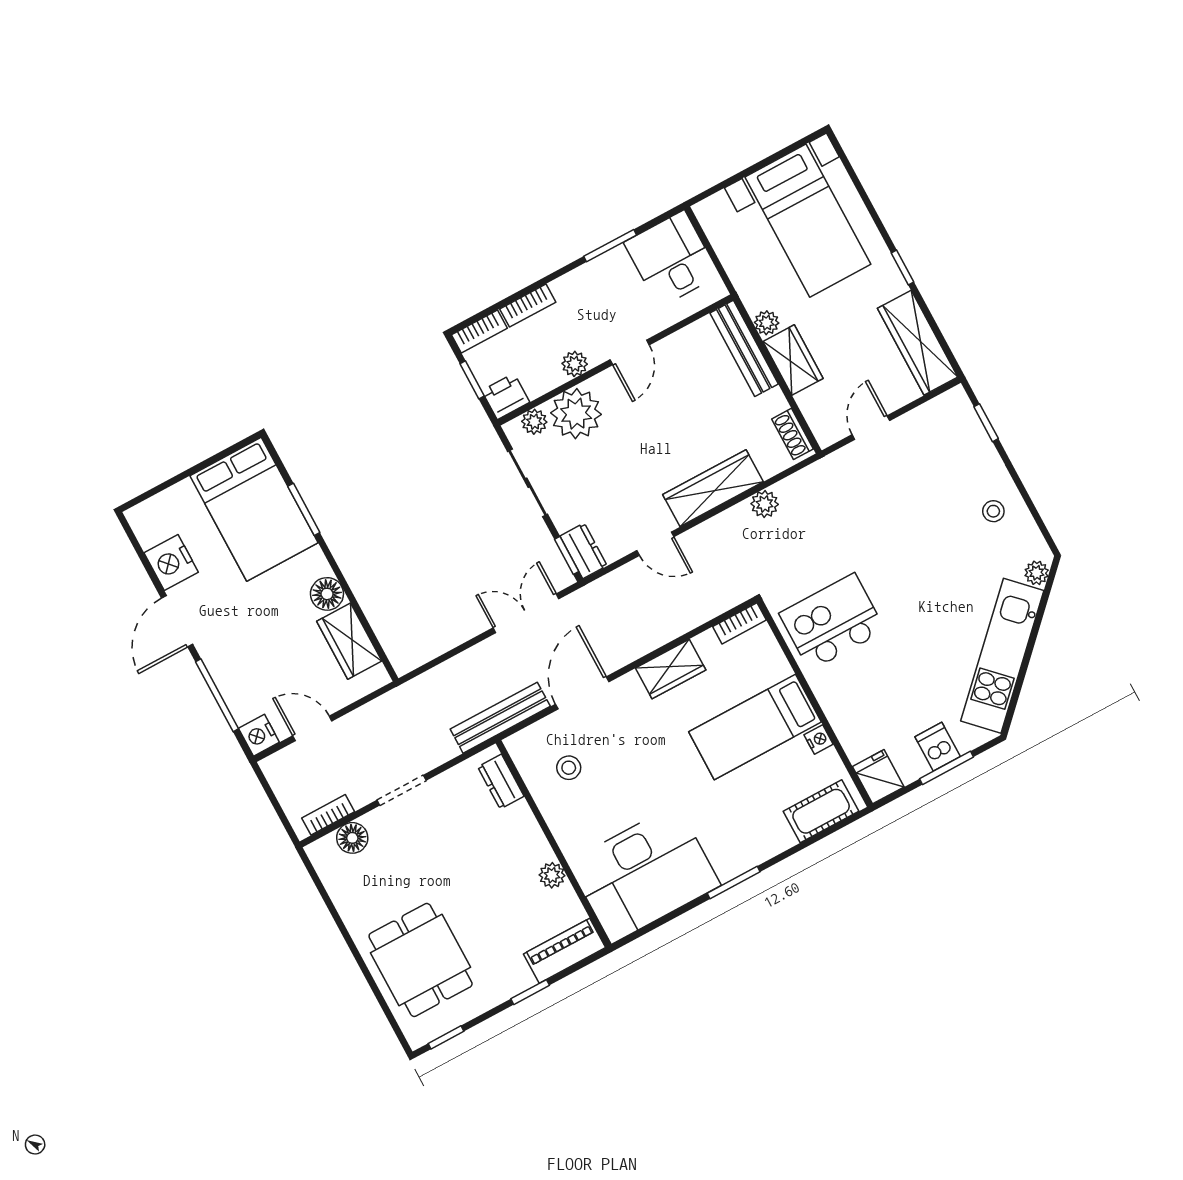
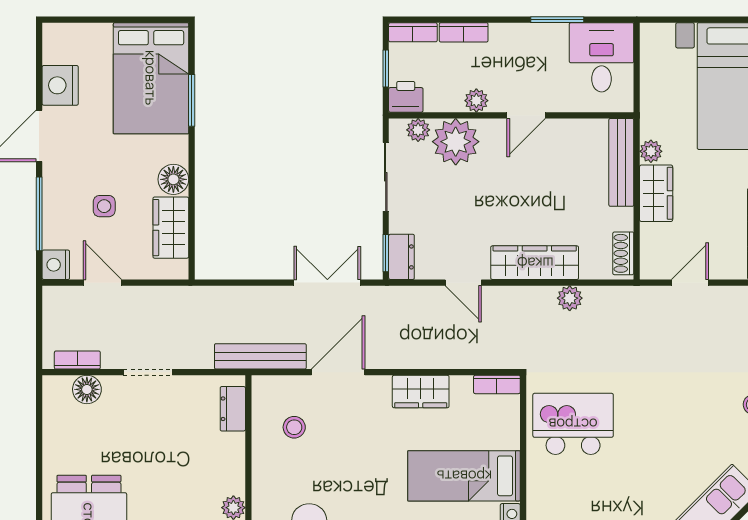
side table: (275, 655) -> (104, 206), added

